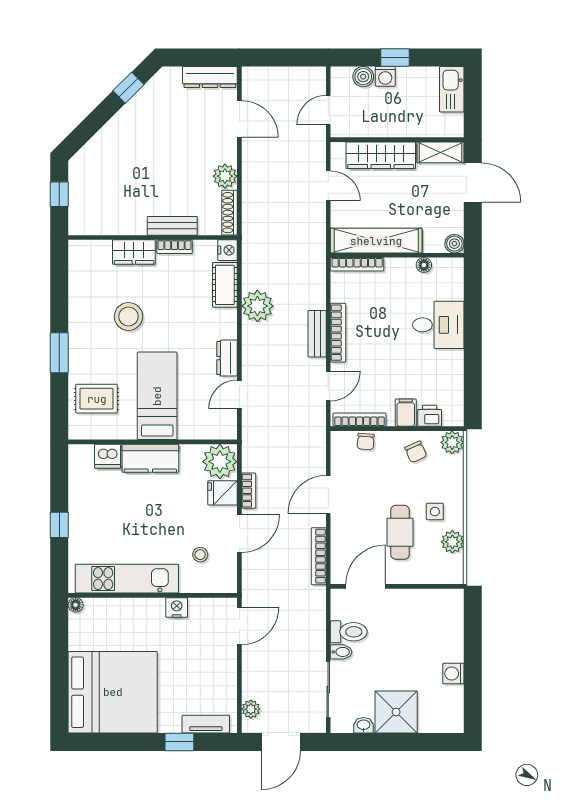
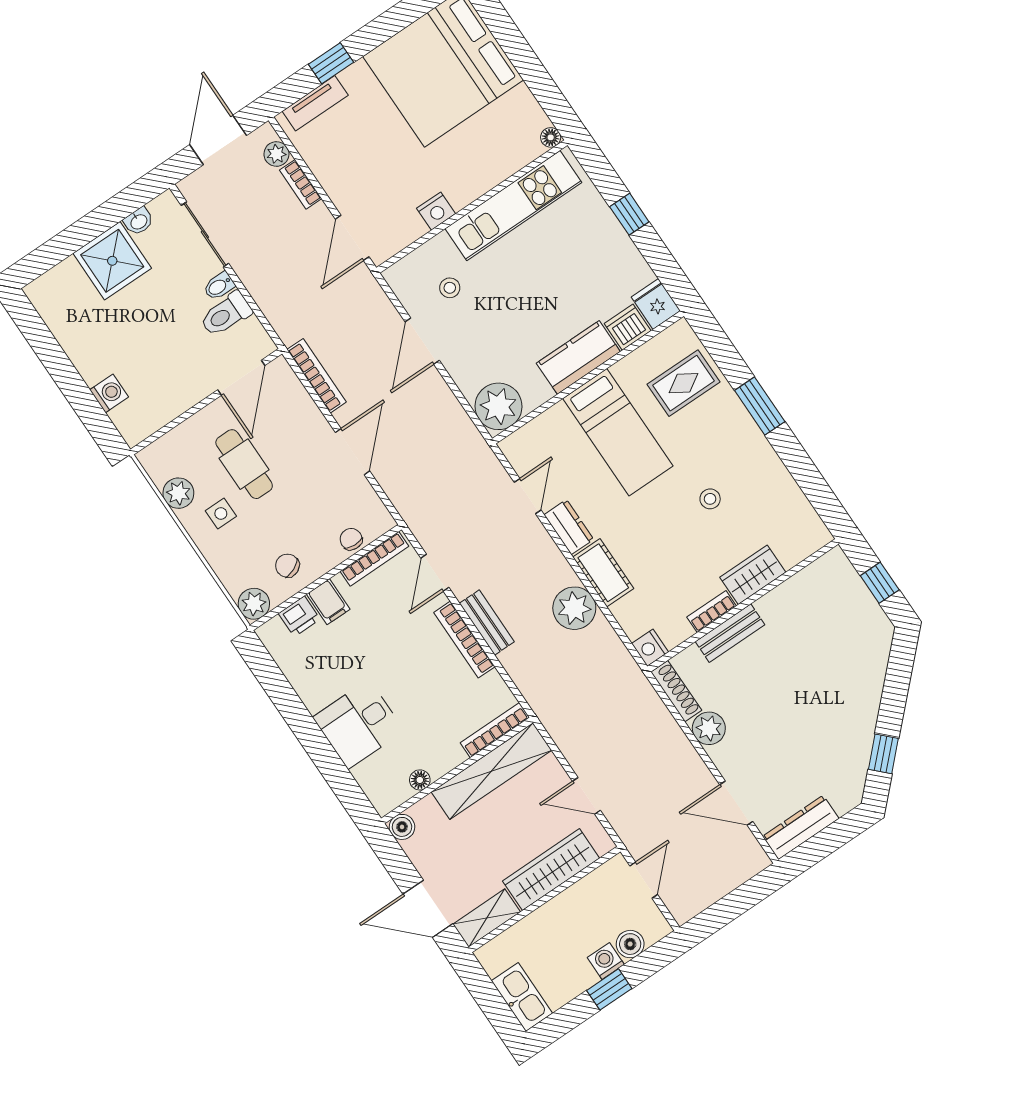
cot: (225, 285) -> (603, 573), moved
stool: (128, 316) -> (710, 499), width x0.53, depth x0.53
bookcase: (249, 491) -> (301, 184), moved
fridge: (222, 493) -> (656, 304), moved, turned -90
washing machine: (453, 673) -> (109, 393), moved

